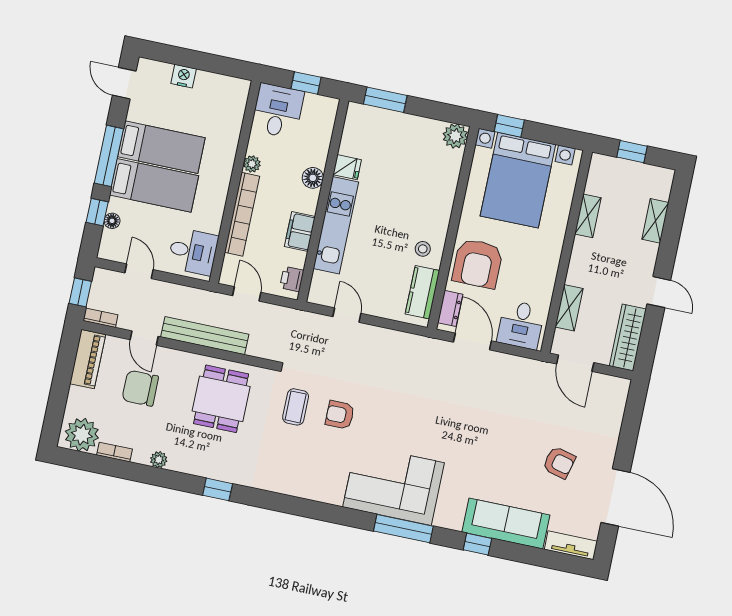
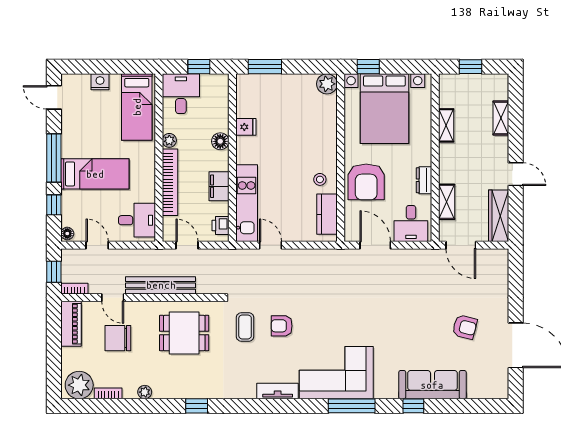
bed: (161, 147) -> (137, 107), moved, turned 90
floor lamp: (112, 221) -> (67, 234), moved
kitchen unit: (336, 225) -> (247, 203), moved
dresser: (450, 308) -> (424, 180), moved, turned 180
dining table: (221, 399) -> (184, 333), turned 90
tv unit: (571, 545) -> (278, 391), moved

